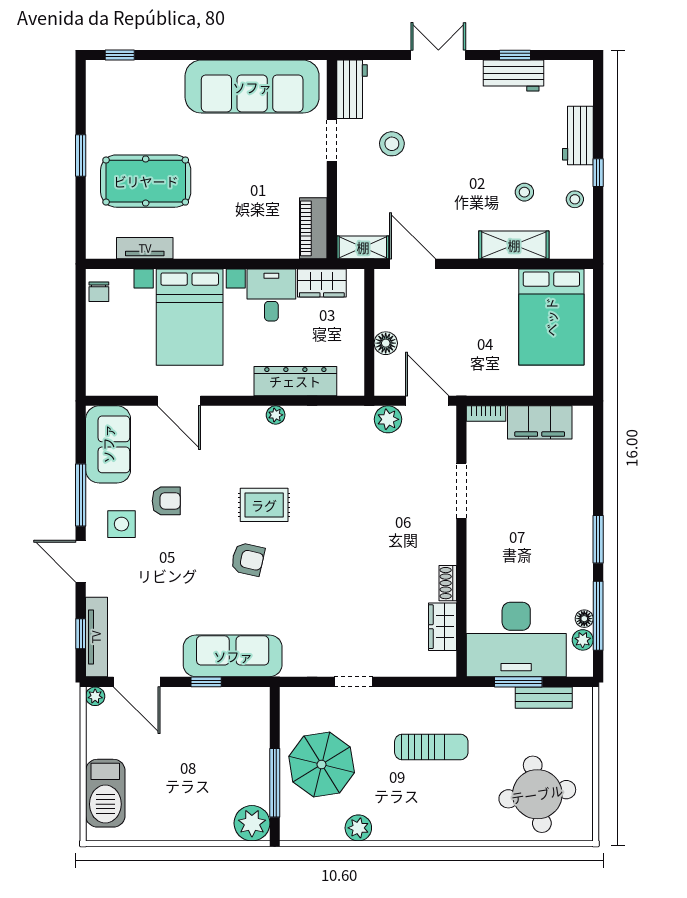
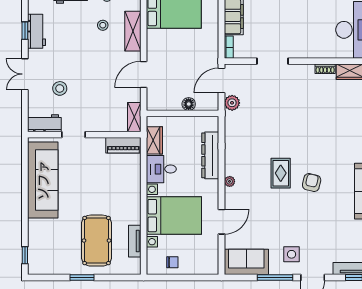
stool: (392, 144) -> (60, 88), moved
door: (412, 264) -> (144, 74), moved
chair: (99, 292) -> (172, 262), moved
plant: (276, 415) -> (230, 181), moved
armchair: (166, 501) -> (278, 229), removed

